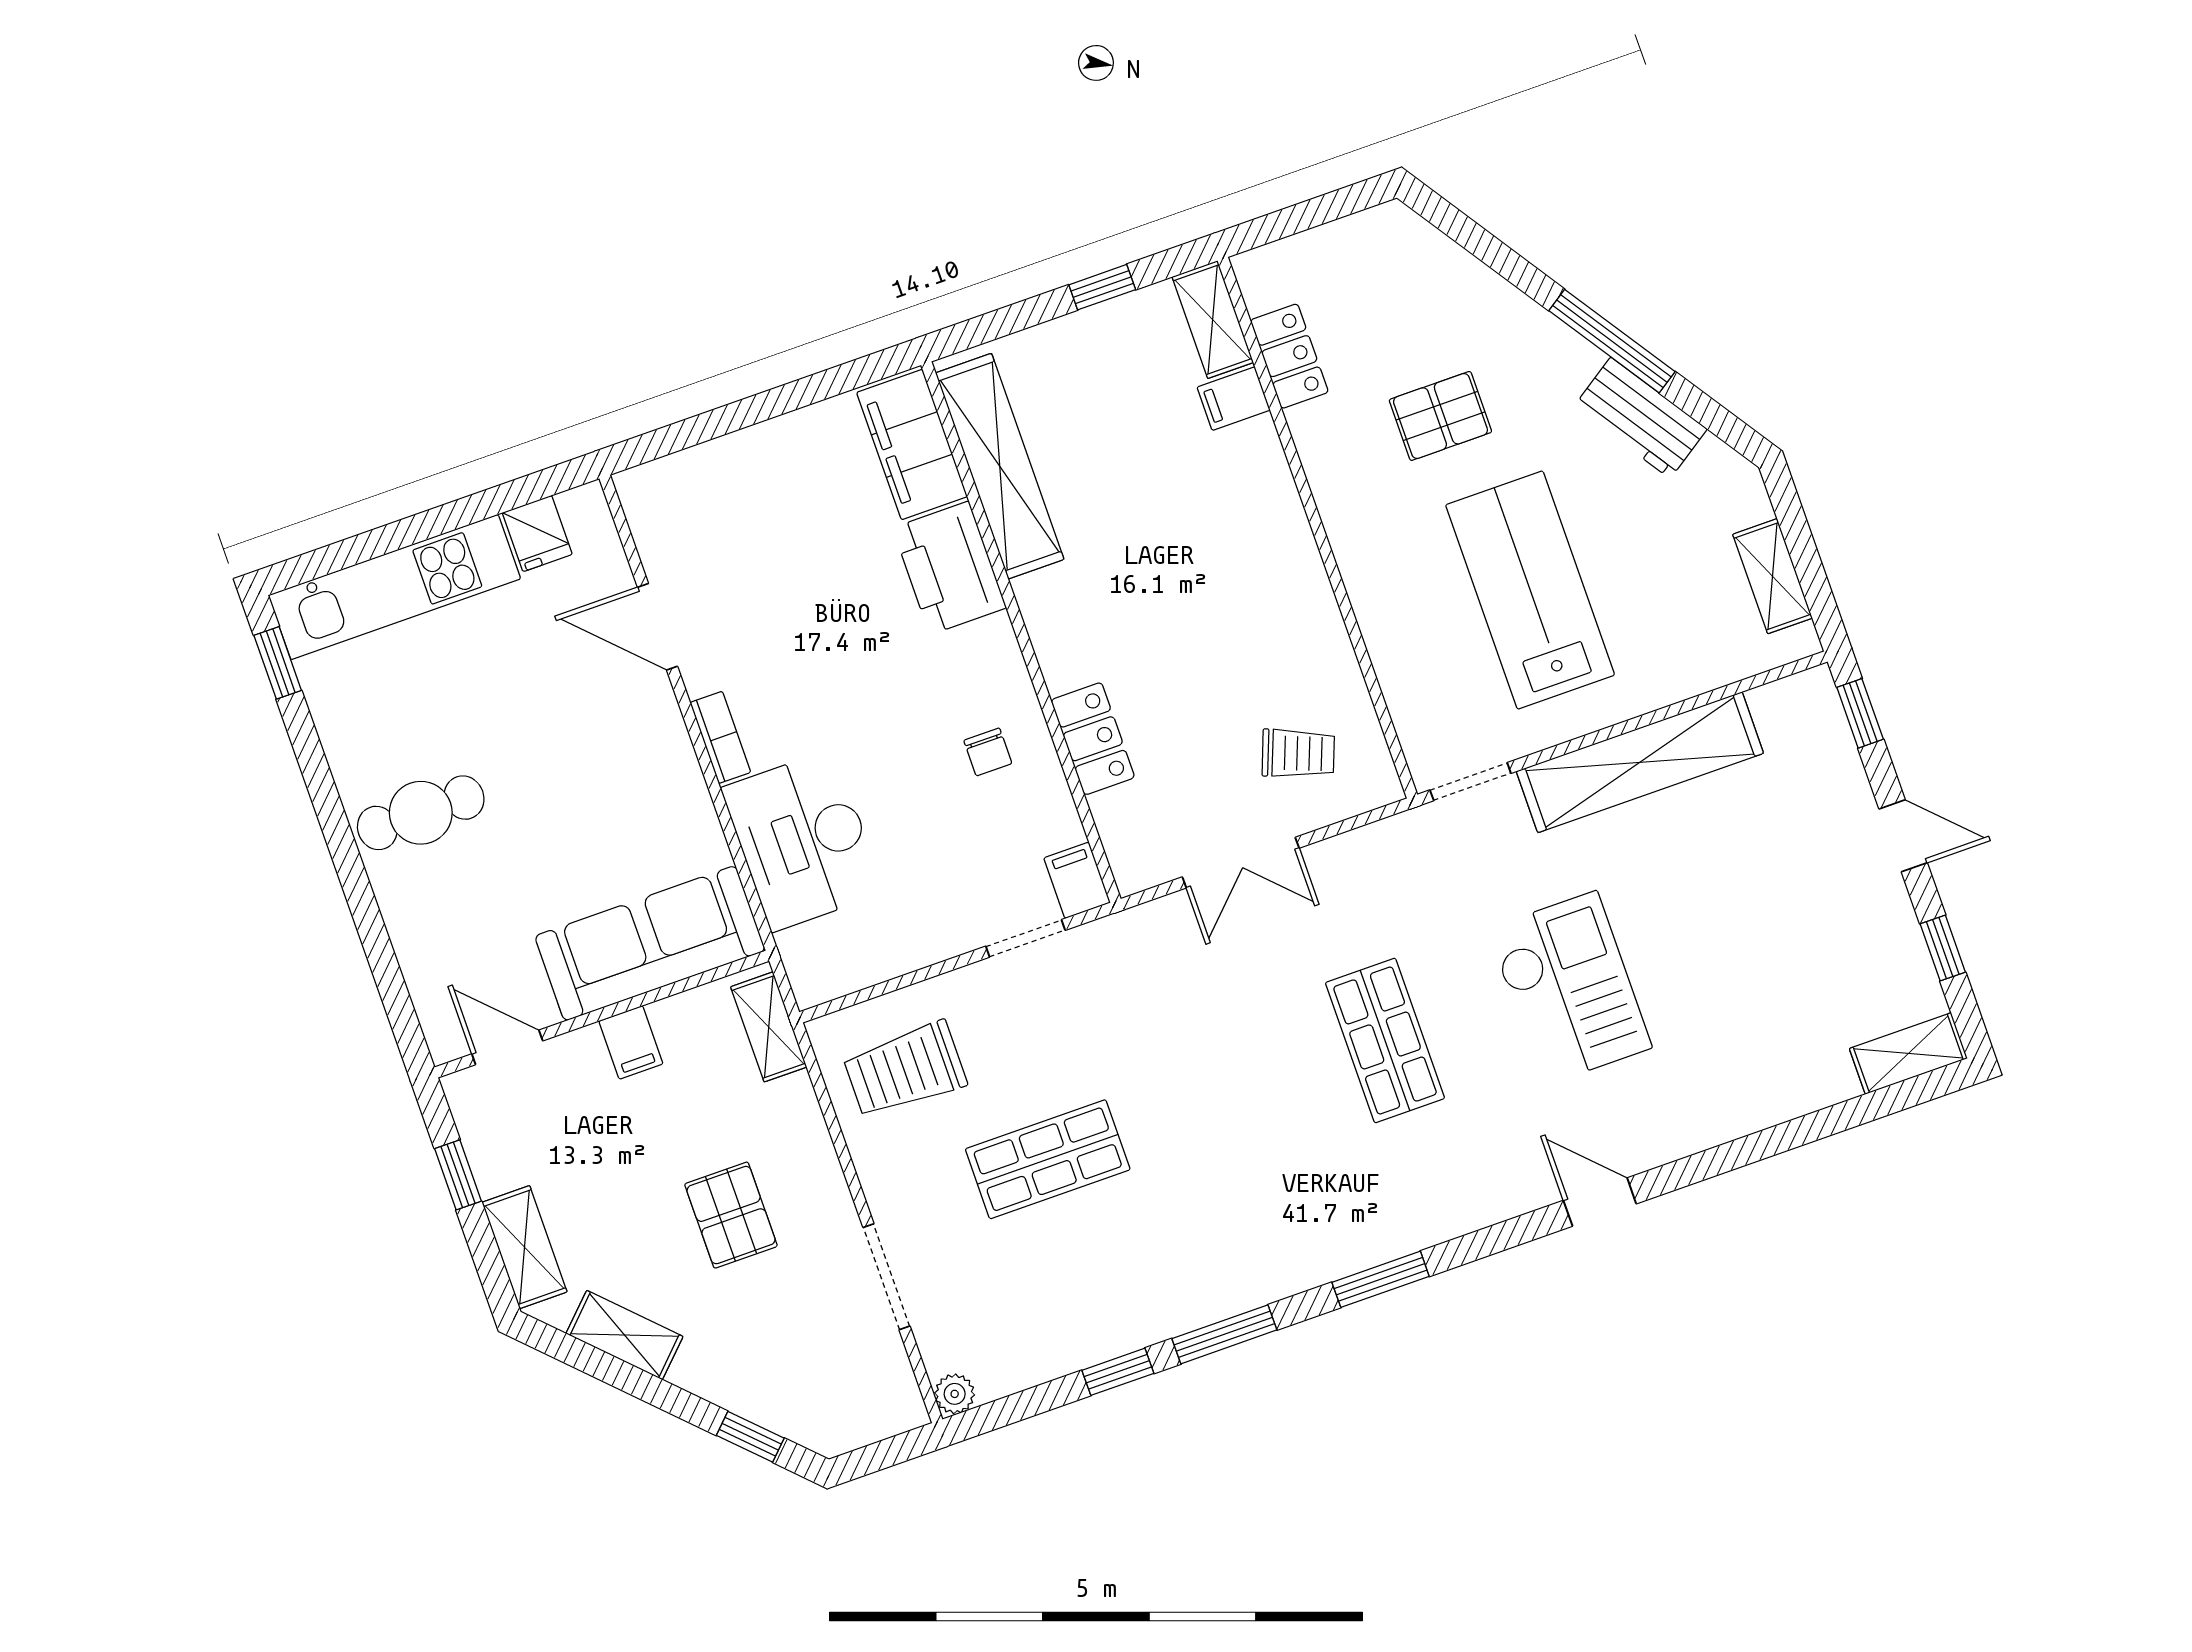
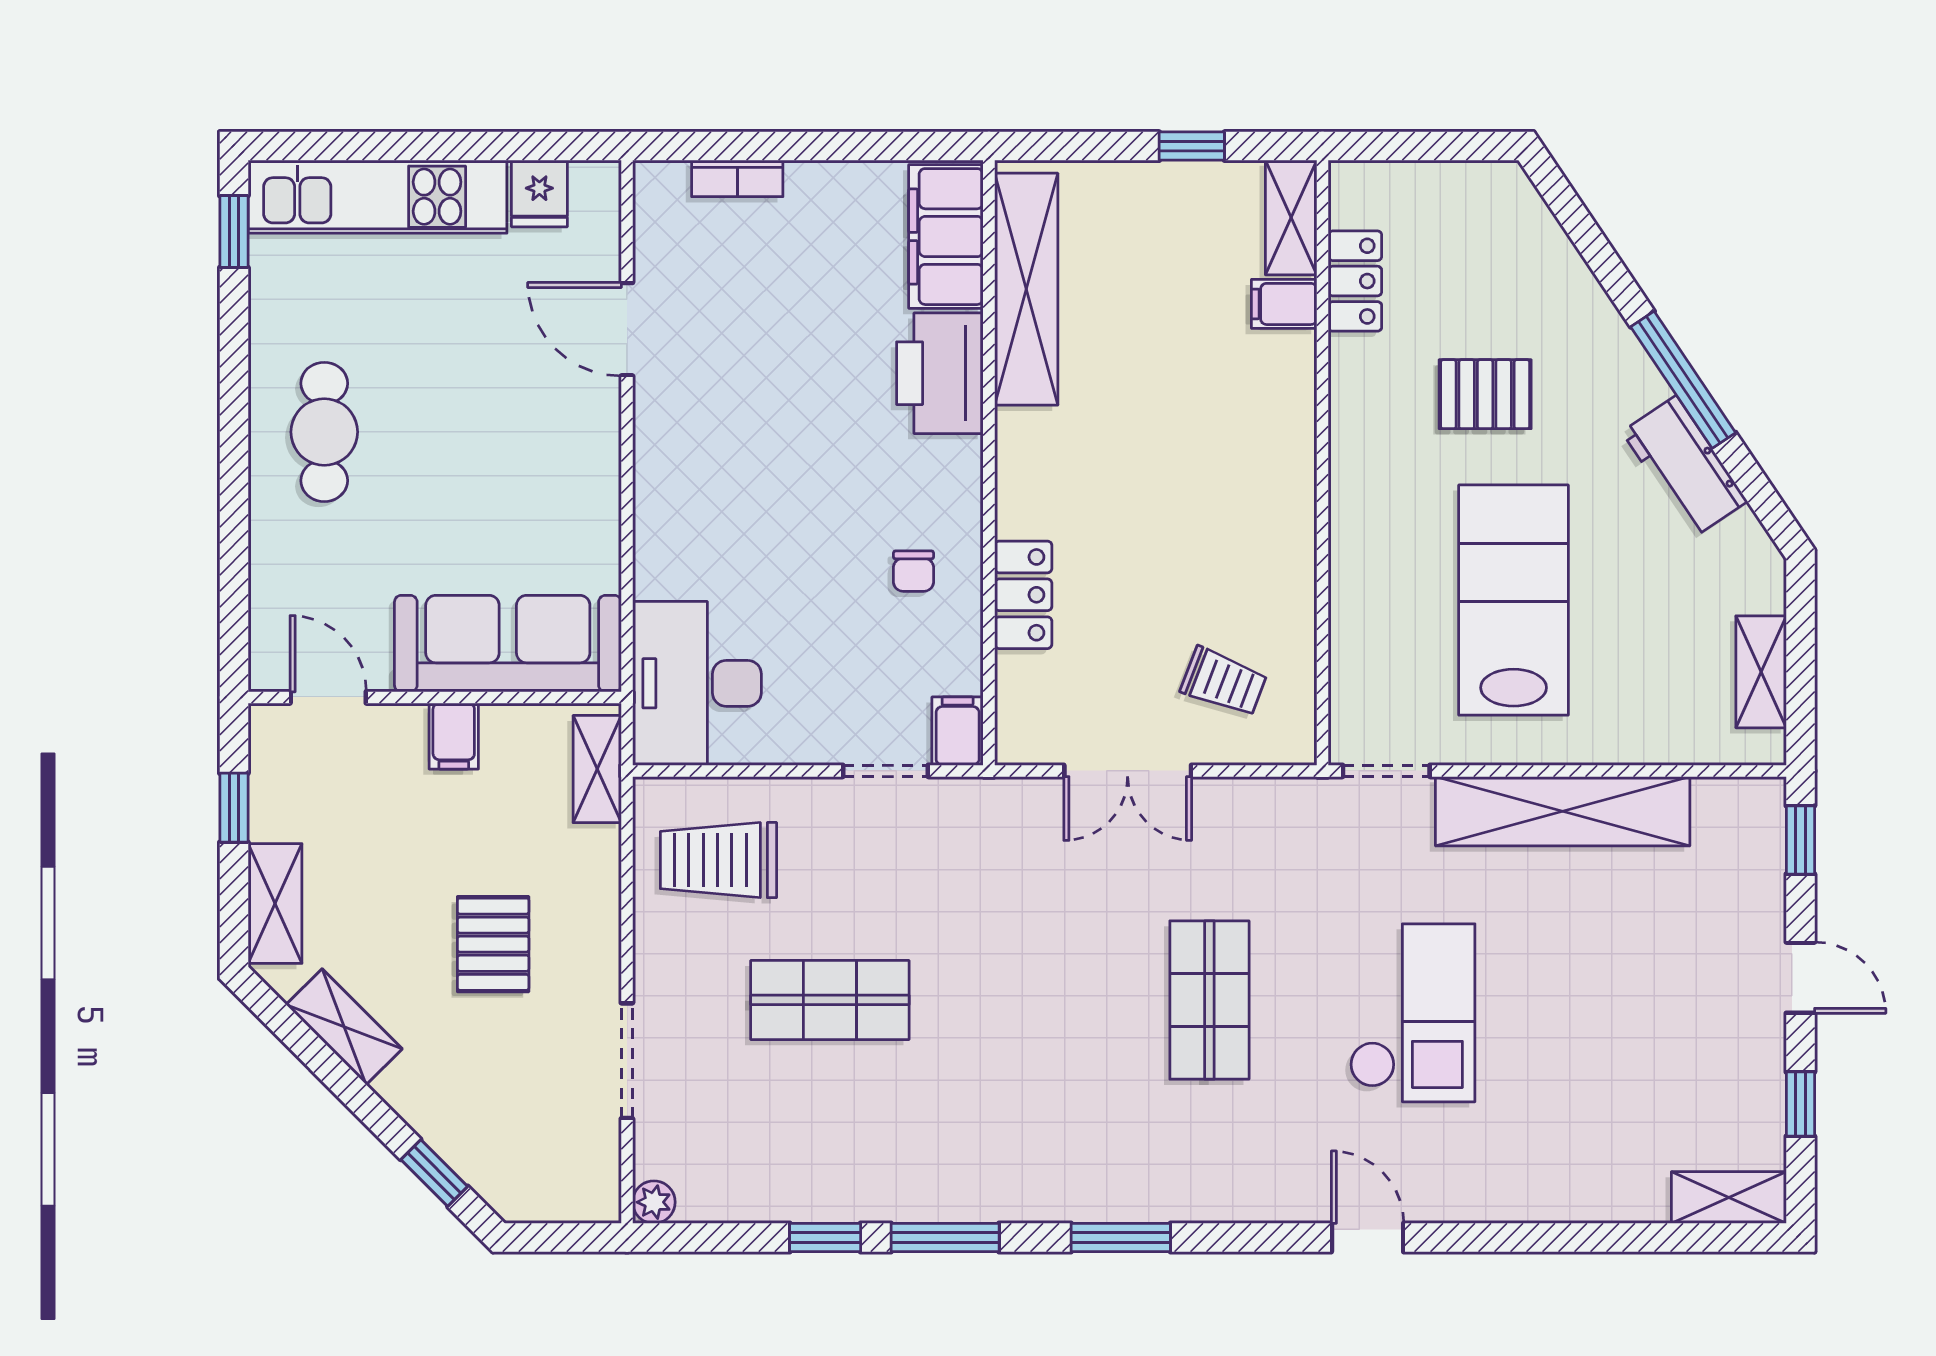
bookcase: (720, 737) -> (737, 178), moved, turned 90
cafe table: (421, 813) -> (324, 432), turned 90
desk: (803, 840) -> (697, 683), moved

